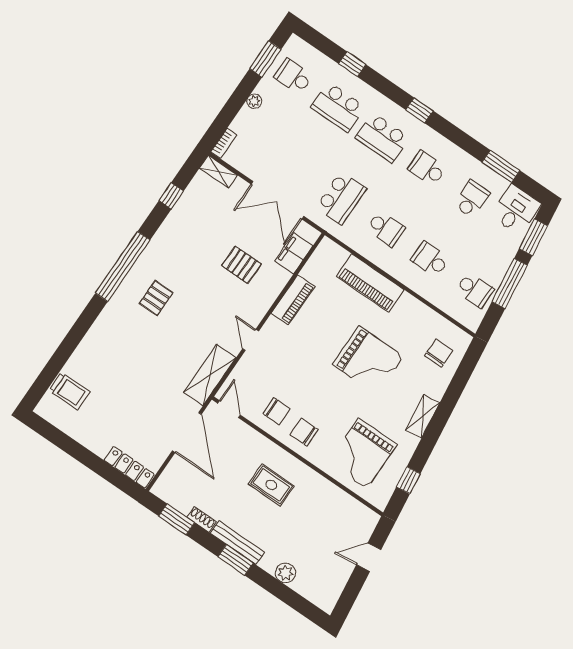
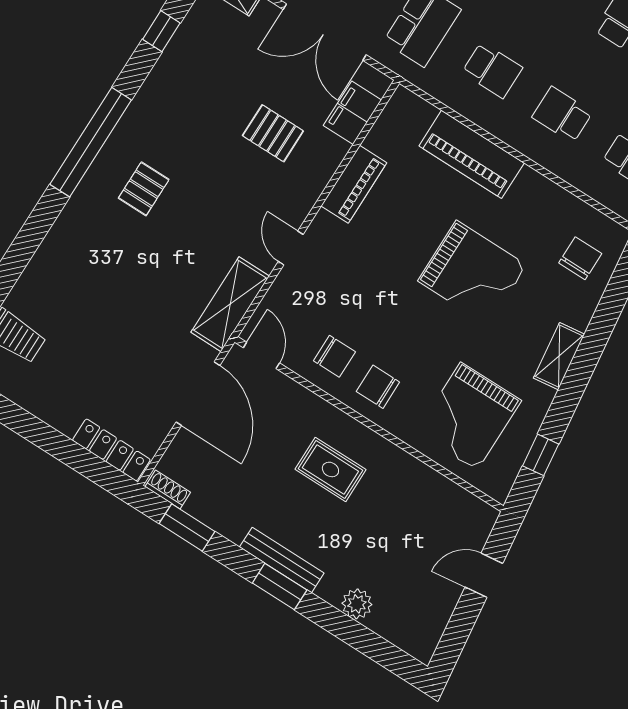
shoe rack: (202, 519) -> (168, 490), moved

